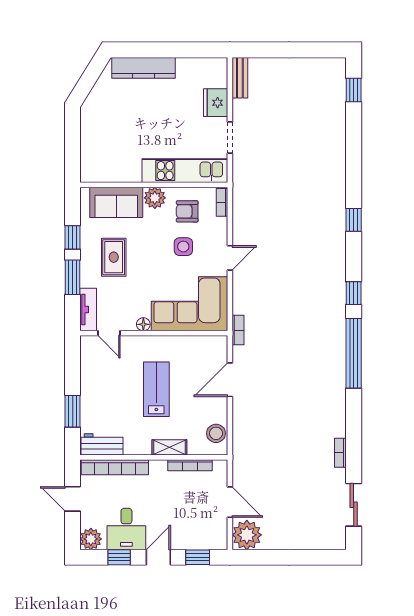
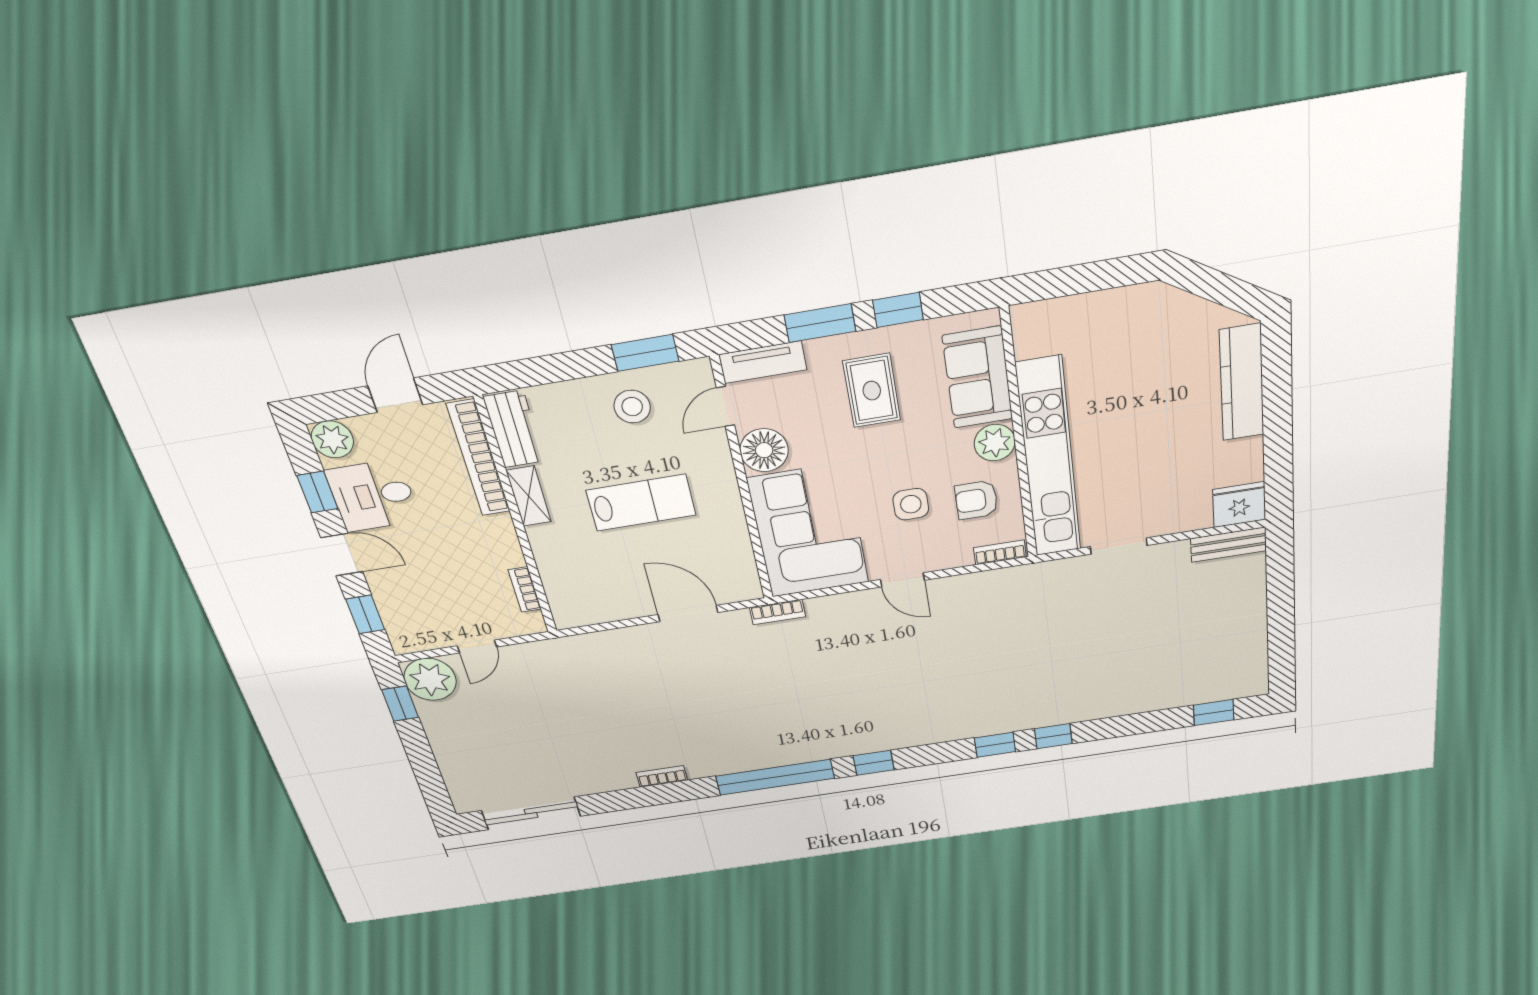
fridge: (216, 103) -> (1239, 505), moved
kitchen unit: (185, 171) -> (1049, 459), width x1.36
window: (354, 185) -> (1053, 736), added
armchair: (187, 211) -> (976, 500), turned -90
rug: (114, 257) -> (872, 391), turned 90
floor lamp: (143, 324) -> (764, 450), width x1.89, depth x1.89
window: (73, 411) -> (645, 353), moved
stool: (216, 433) -> (632, 407), moved
shelving: (169, 447) -> (529, 496), moved
bookcase: (340, 453) -> (662, 776), moved
bookcase: (190, 465) -> (525, 589), width x0.64
door: (230, 502) -> (477, 646), width x0.73
sliding door: (354, 505) -> (531, 813), width x1.37
window: (260, 557) -> (400, 704), added

